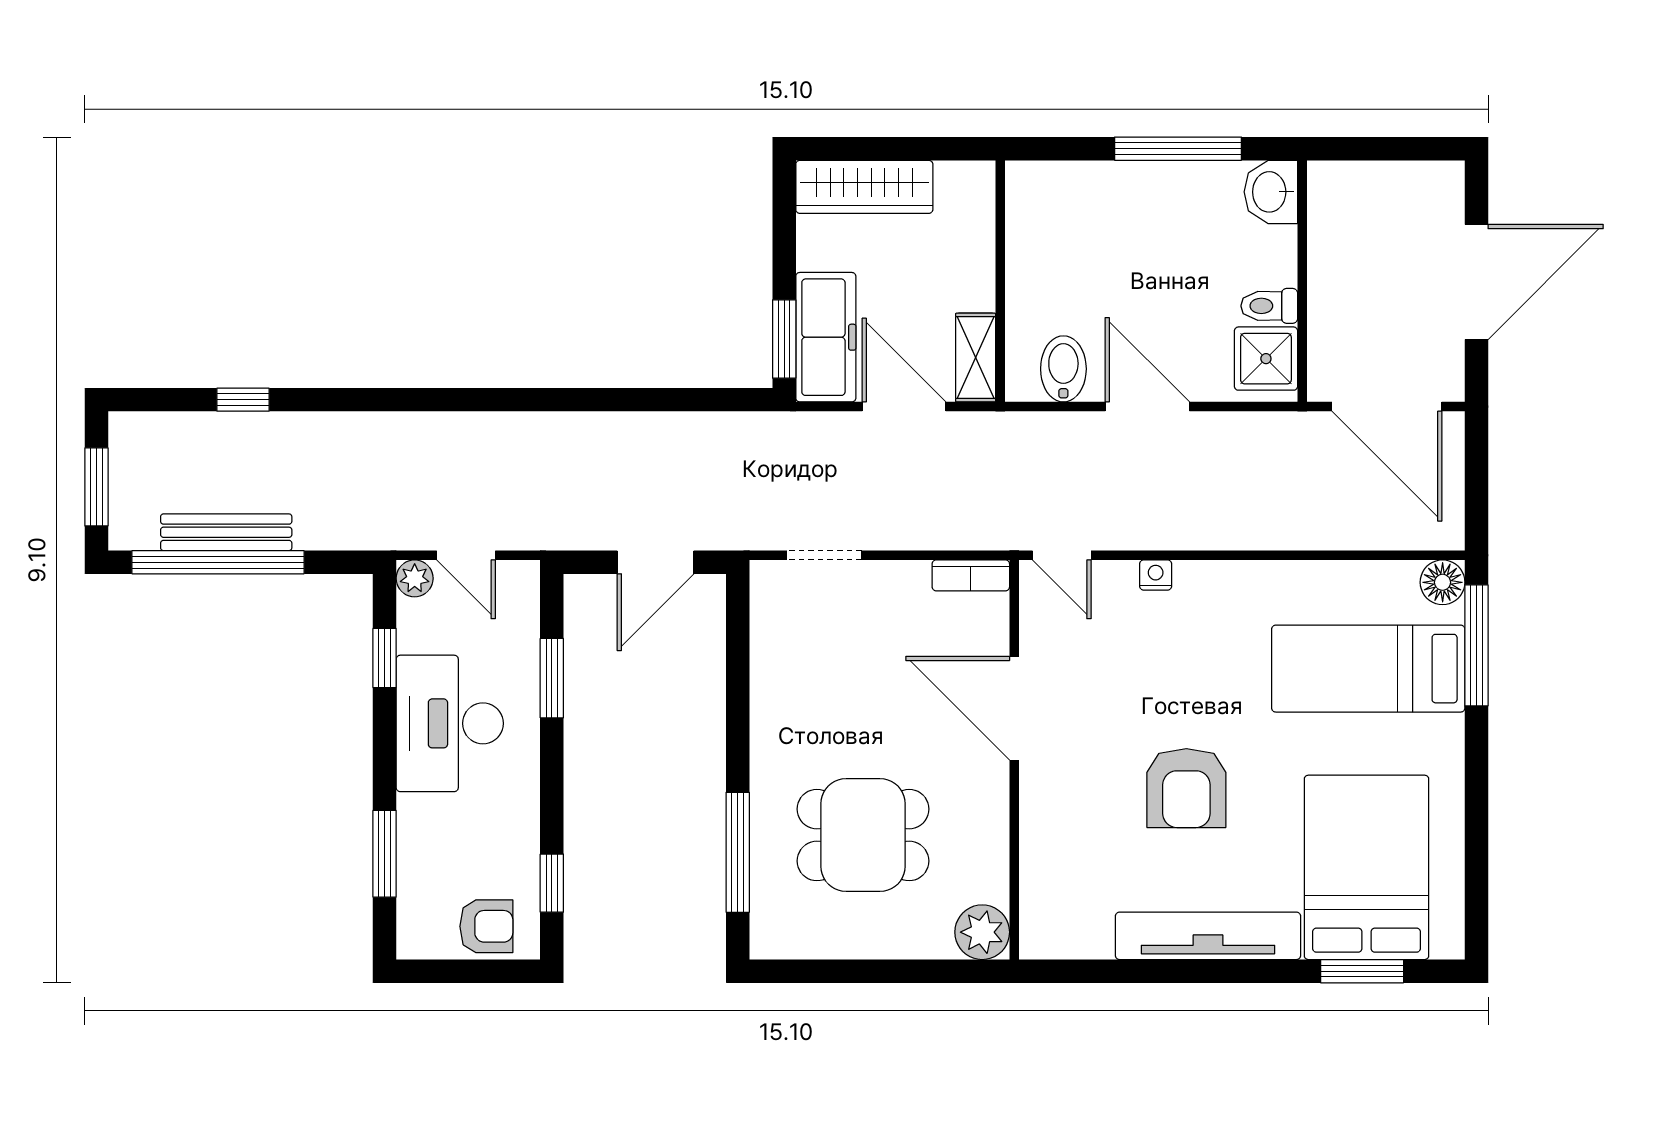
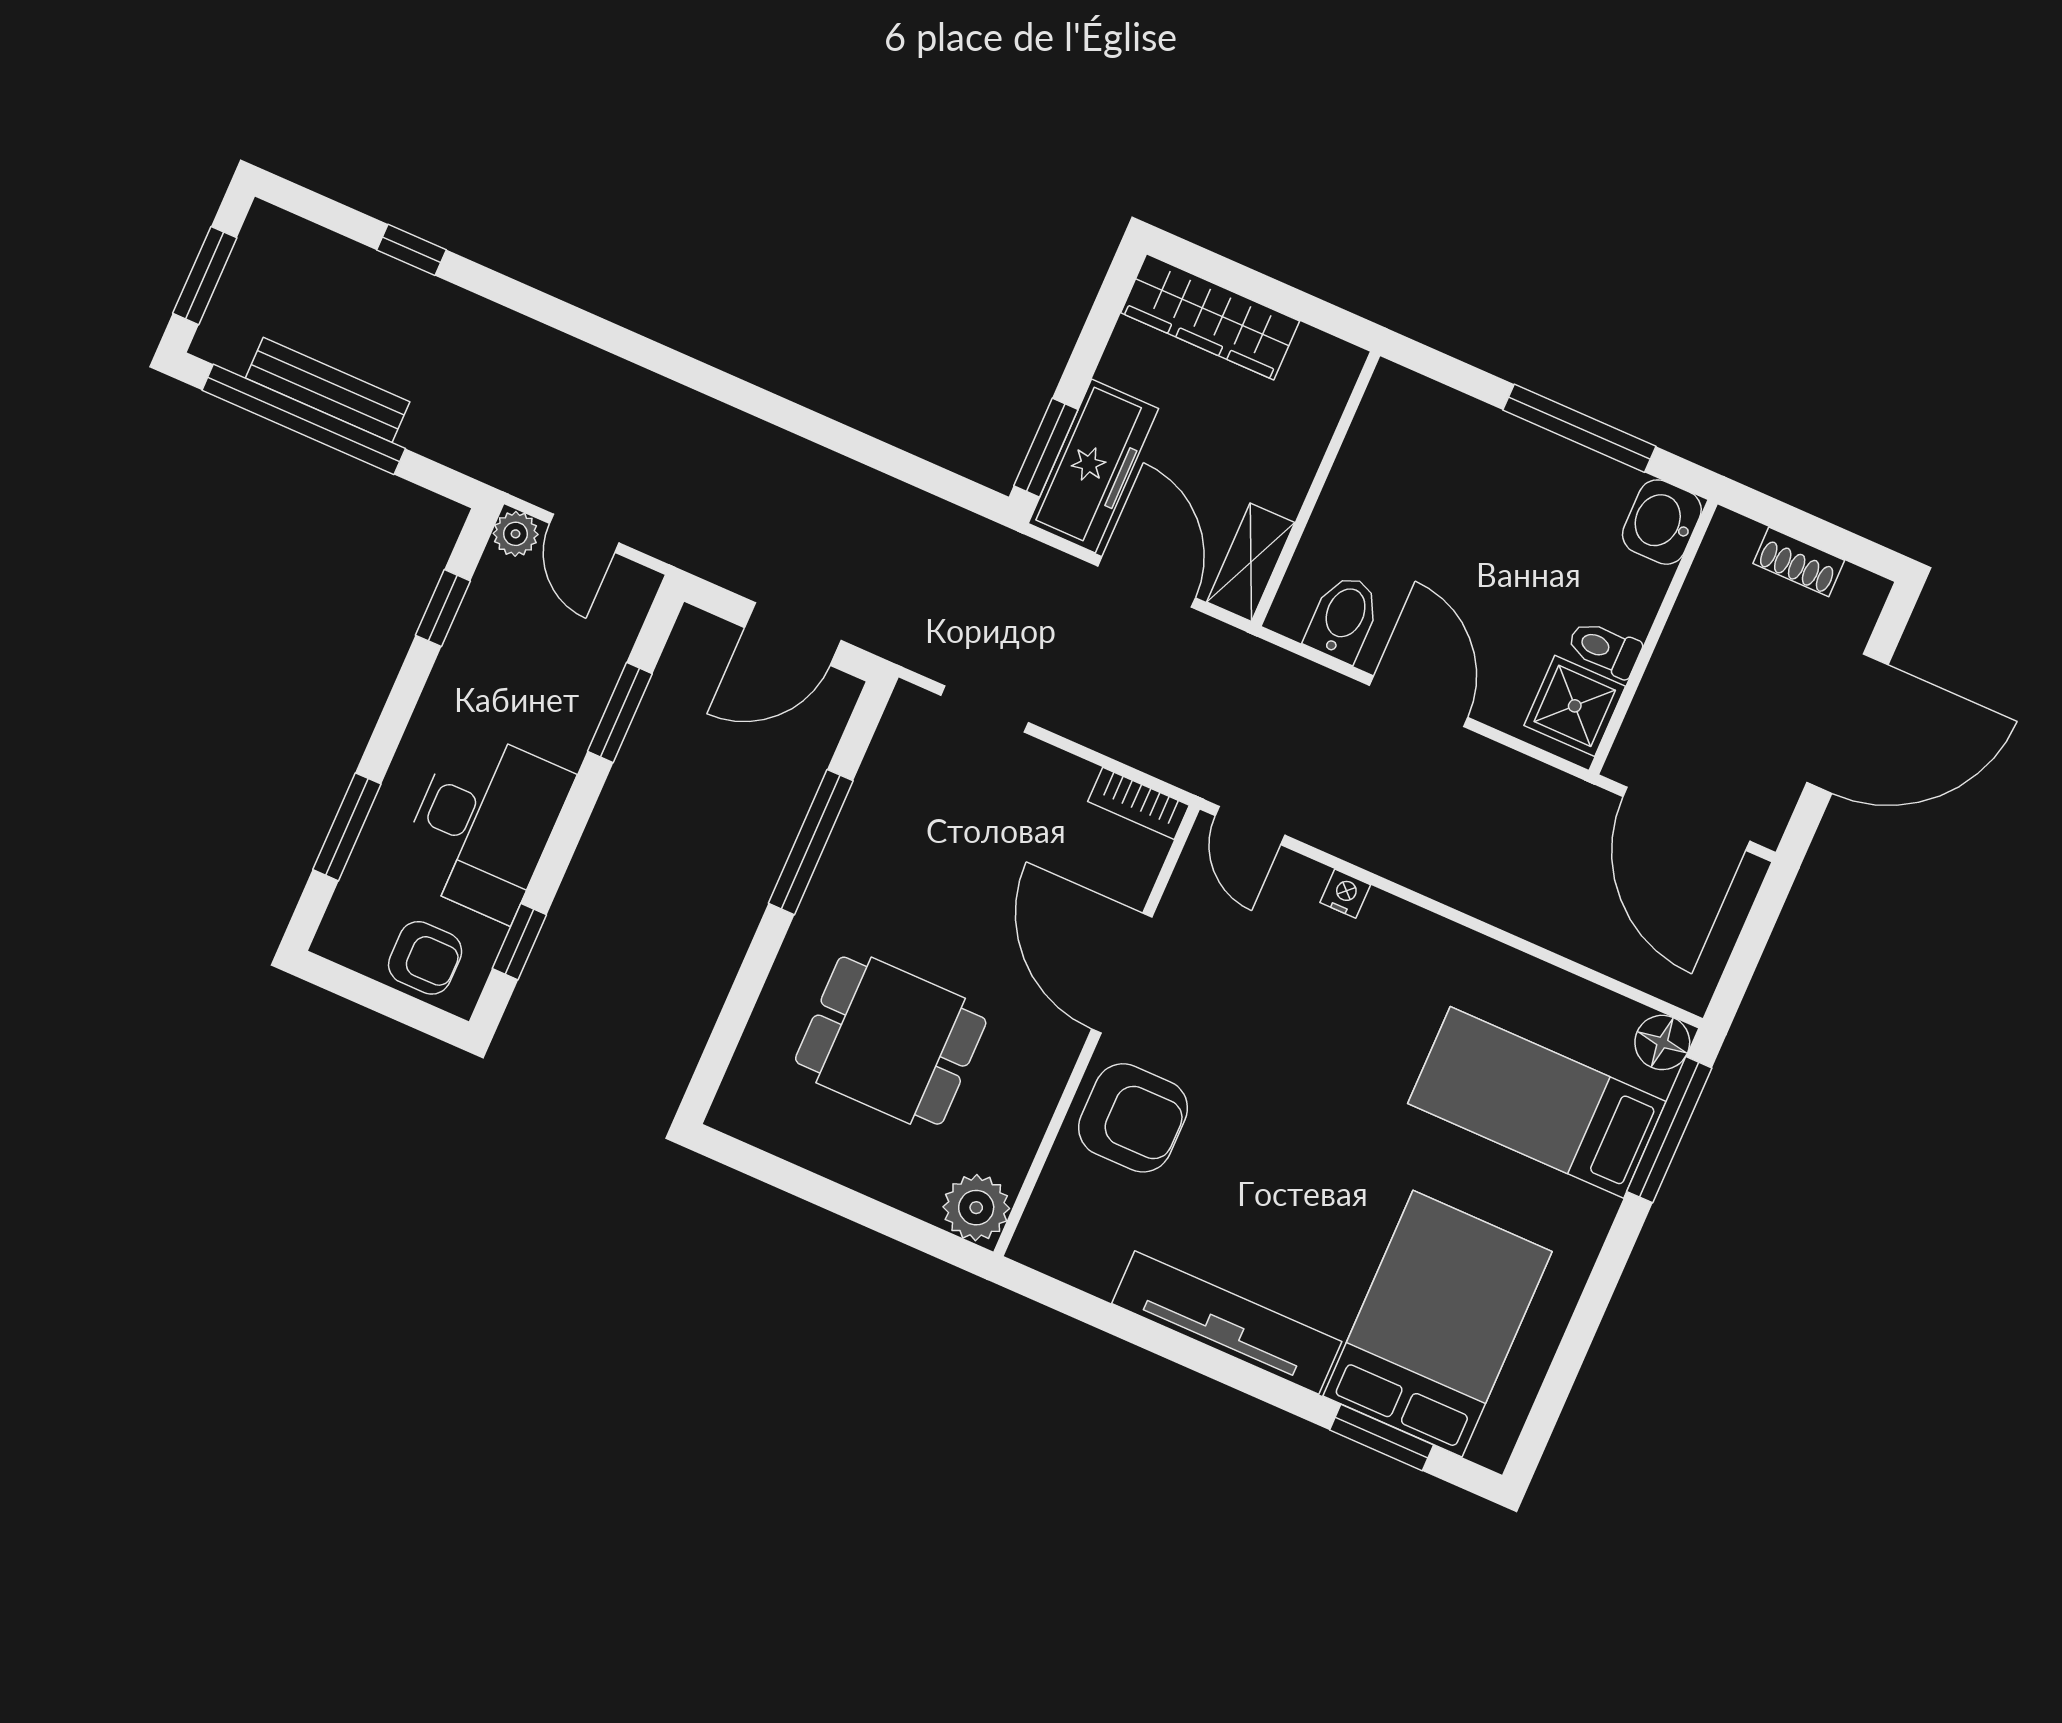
shoe rack: (1387, 177) -> (1799, 562), added
desk: (450, 723) -> (484, 824), moved, turned 180
armchair: (1186, 788) -> (1133, 1118), moved, turned -90
window: (738, 852) -> (811, 842), moved

